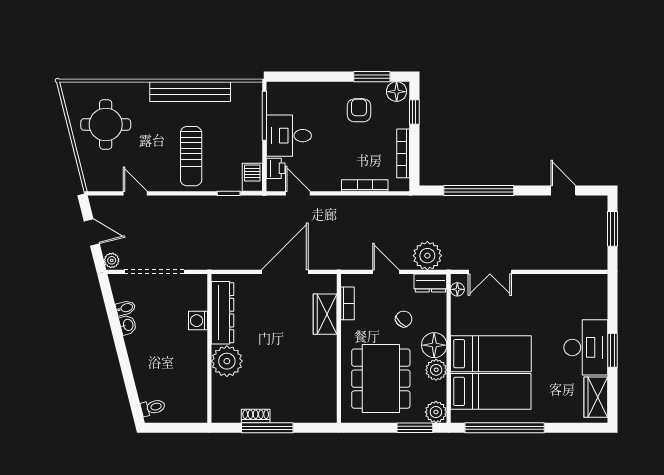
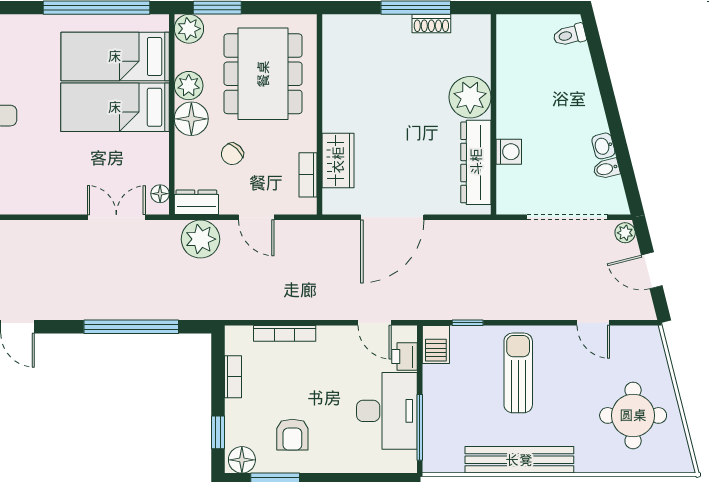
desk: (289, 136) -> (387, 411), width x1.37
bookcase: (403, 153) -> (233, 377), width x0.64

